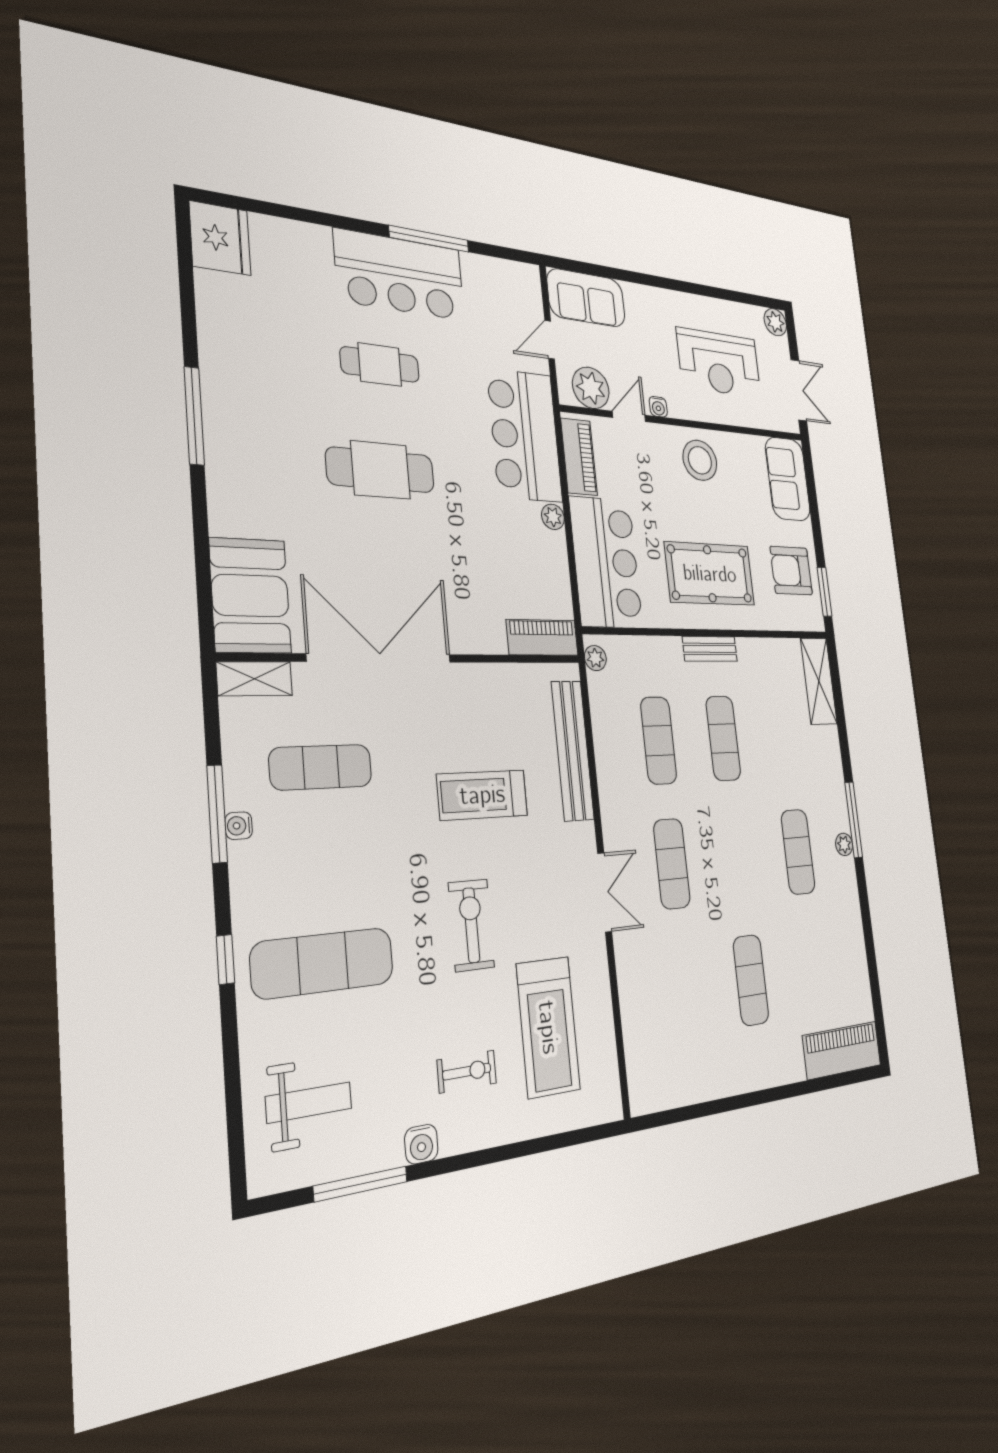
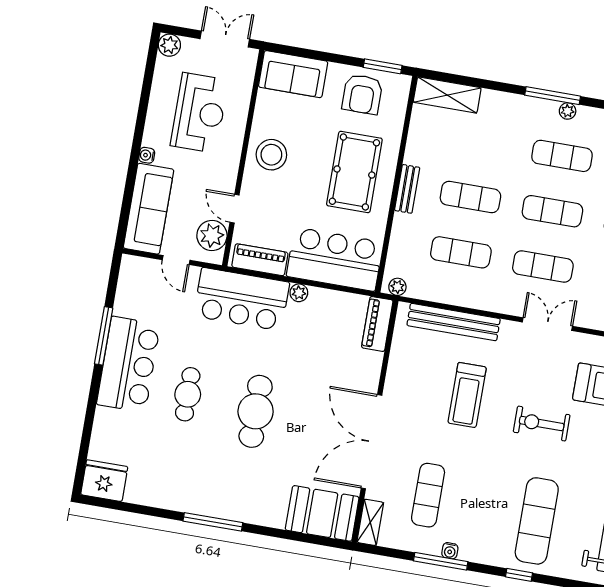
sofa: (586, 298) -> (149, 209), width x1.36
water cooler: (658, 407) -> (147, 155), moved, turned 180
exercise mat: (737, 858) -> (552, 211), added

